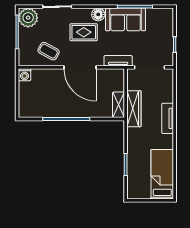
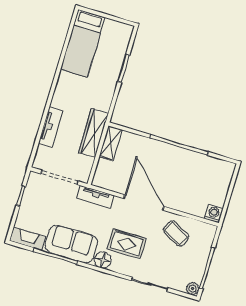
fireplace: (160, 14) -> (28, 239), added
plant: (28, 18) -> (193, 289), width x0.53, depth x0.53
tv unit: (168, 118) -> (51, 127), moved

